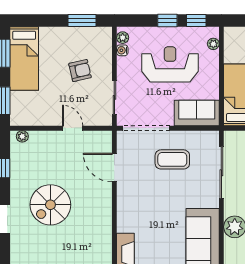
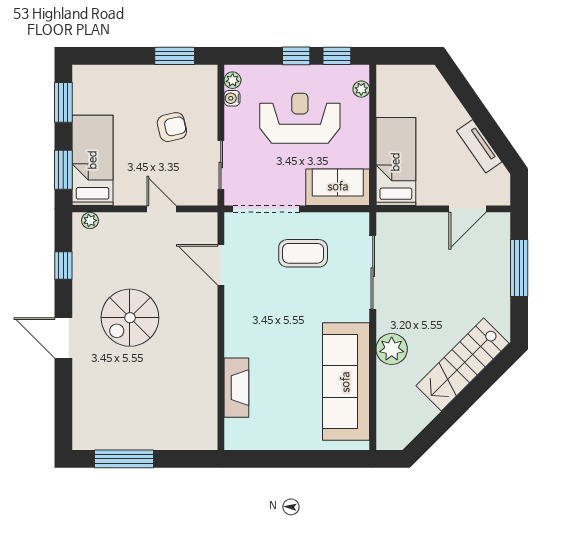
bed: (24, 59) -> (93, 160), moved, turned 180

